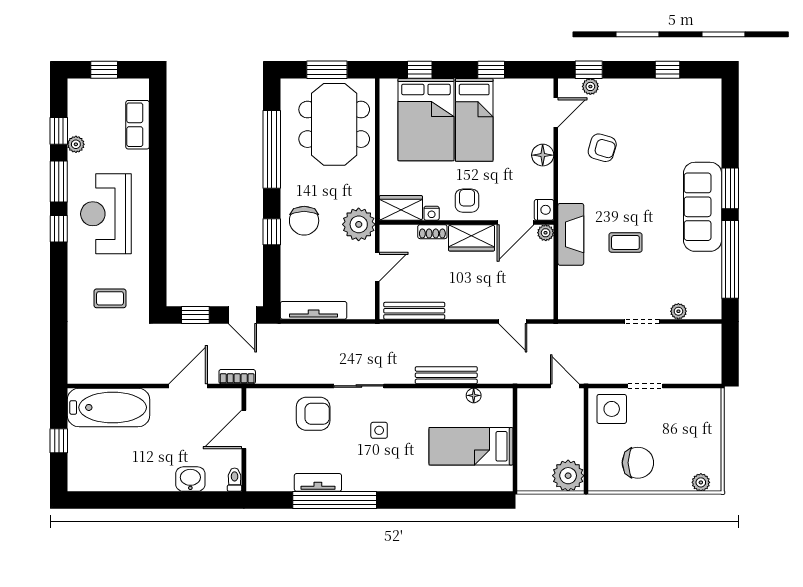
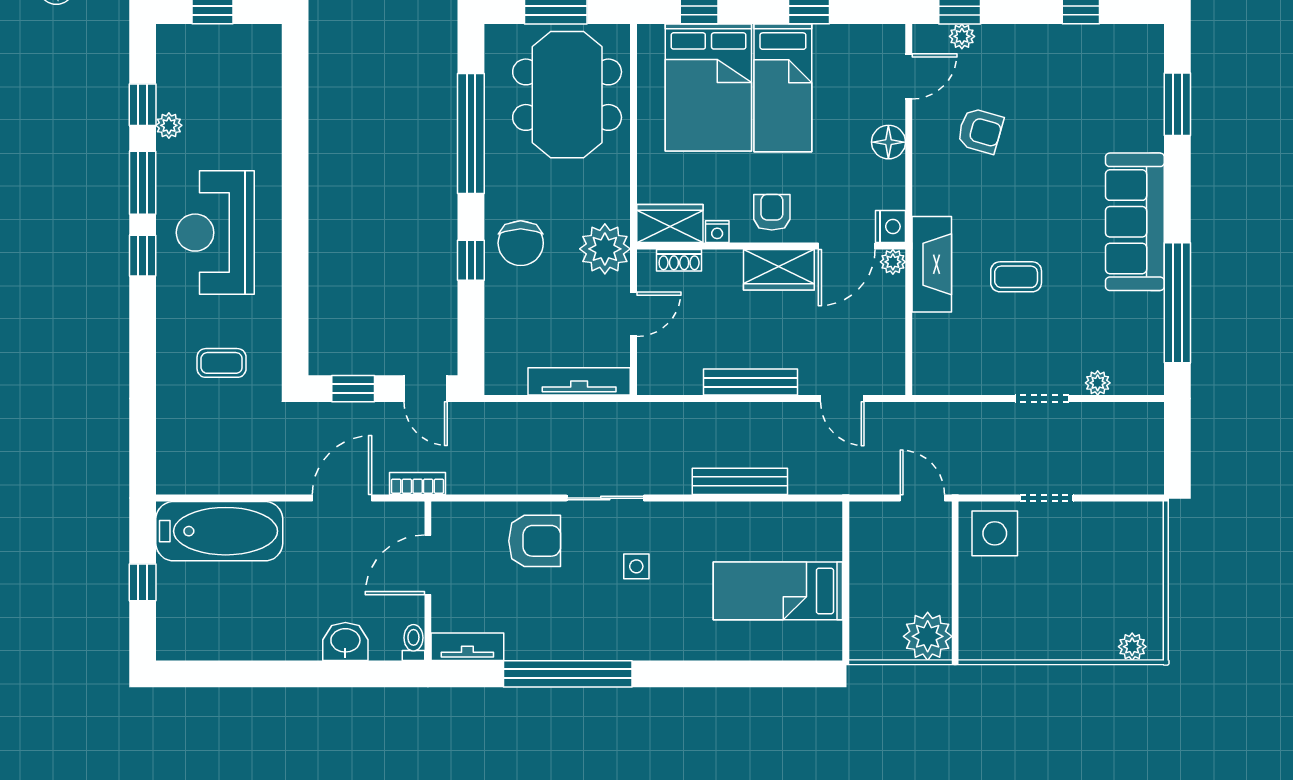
row of seats: (138, 125) -> (264, 95), removed
window: (730, 188) -> (1177, 104), moved
shoe rack: (432, 232) -> (679, 260), moved
tv unit: (314, 310) -> (579, 381), moved
bench: (414, 311) -> (750, 382), moved
floor lamp: (474, 395) -> (782, 513), removed
chair: (638, 463) -> (1035, 616), removed
tv unit: (318, 482) -> (467, 647), moved

